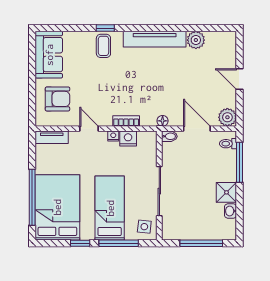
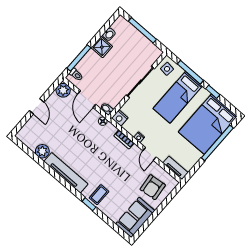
armchair: (57, 99) -> (153, 187), turned -96
nightstand: (128, 139) -> (120, 118), moved

